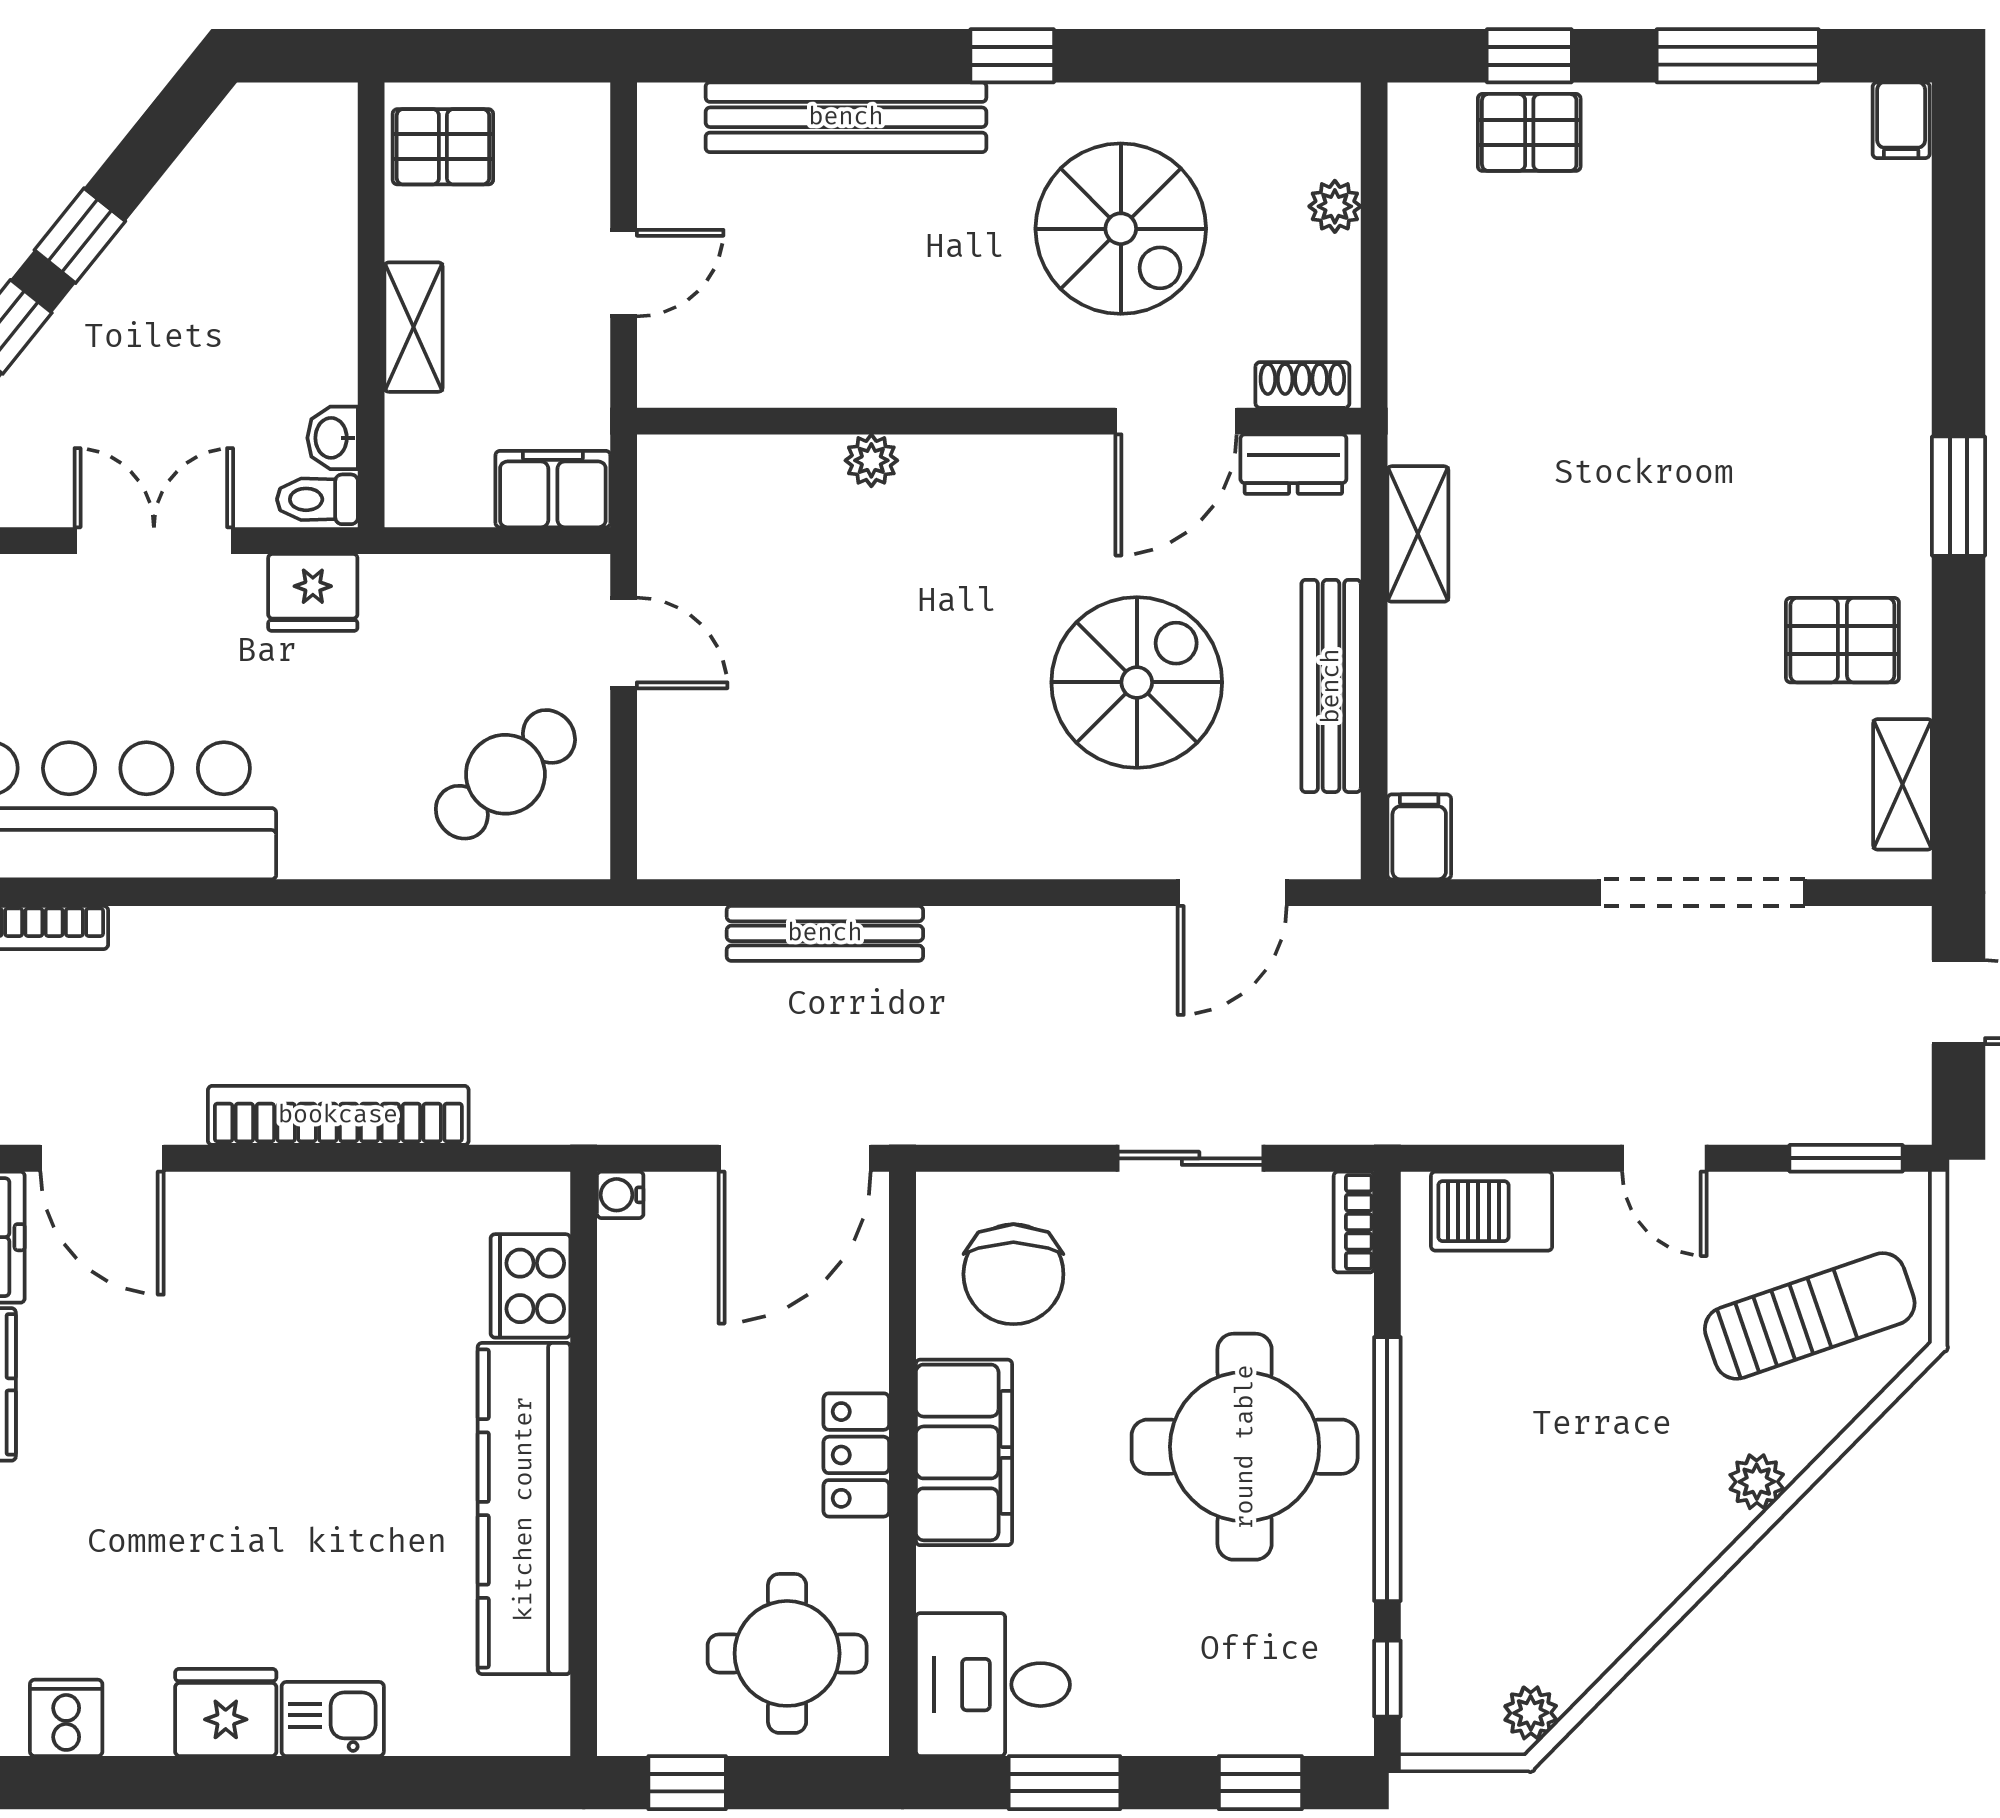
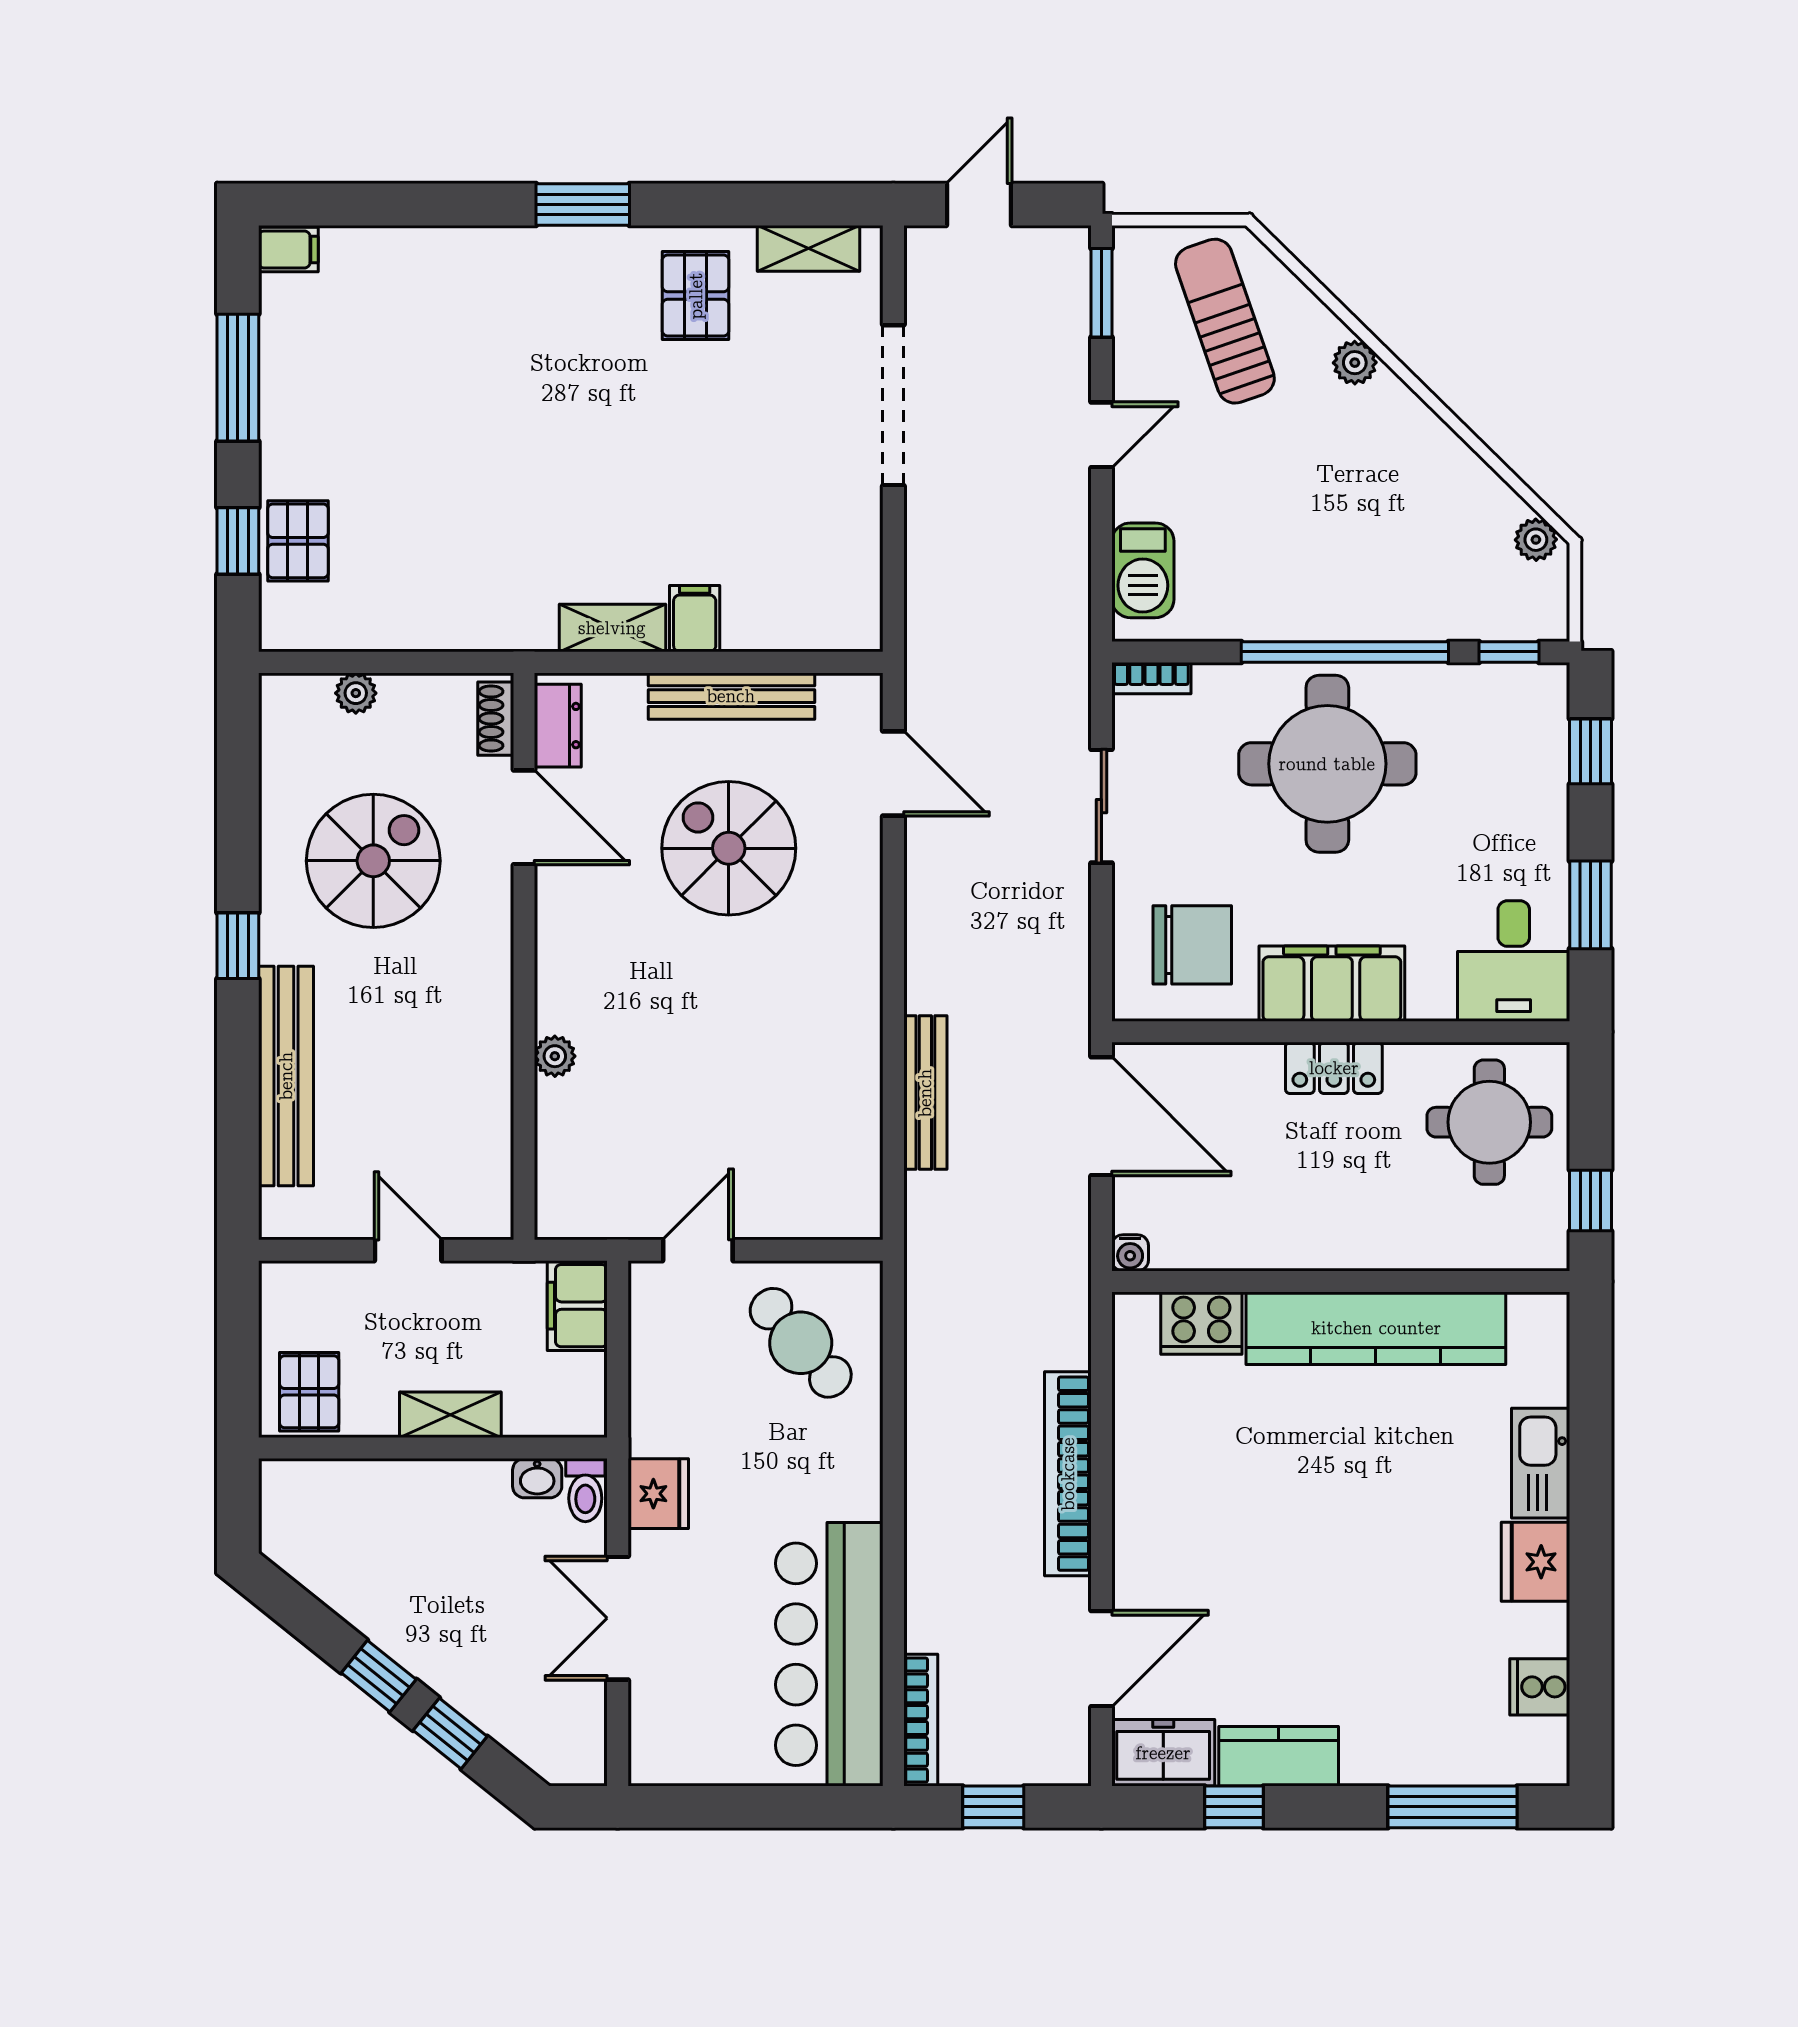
filing cabinet: (1419, 837) -> (695, 619), moved, turned 90
kitchen sink: (333, 1719) -> (1541, 1463), width x1.38

